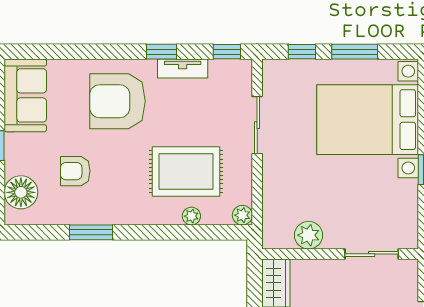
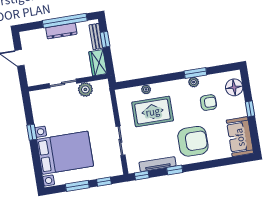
tv unit: (183, 68) -> (158, 164), width x1.41
plant: (242, 215) -> (194, 82), moved
sliding door: (372, 254) -> (63, 83), moved

